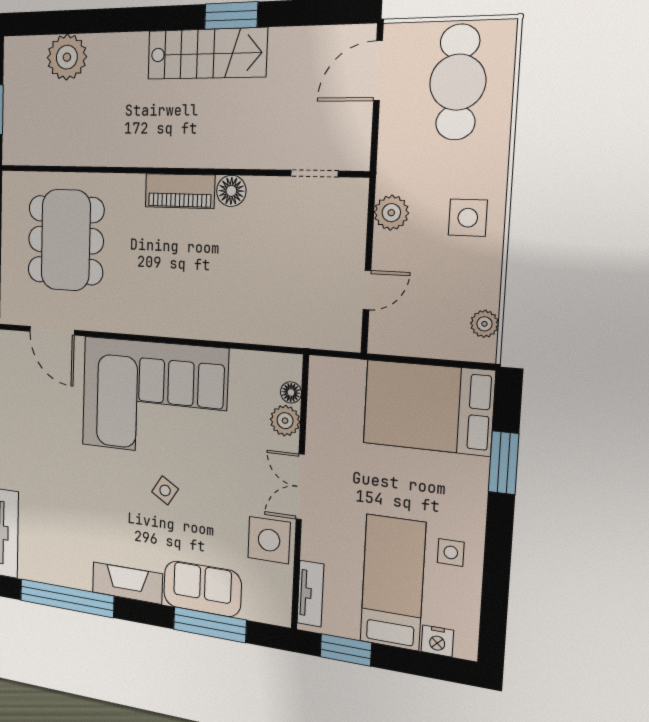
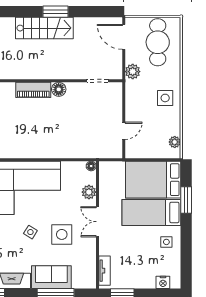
door: (378, 71) -> (124, 37), hinge flipped
plant: (391, 213) -> (133, 72), moved
floor lamp: (291, 392) -> (91, 166), moved
side table: (269, 540) -> (62, 234), moved
bed: (393, 582) -> (151, 212), moved, turned -90

